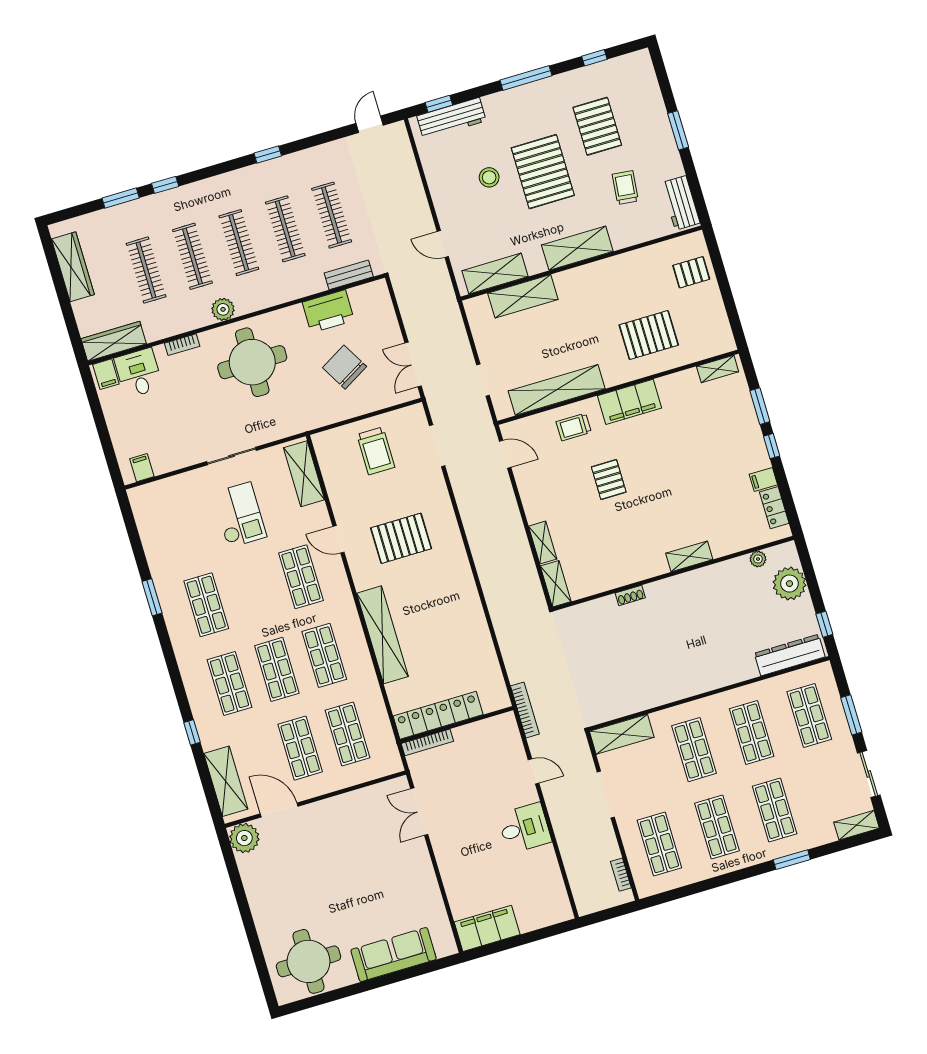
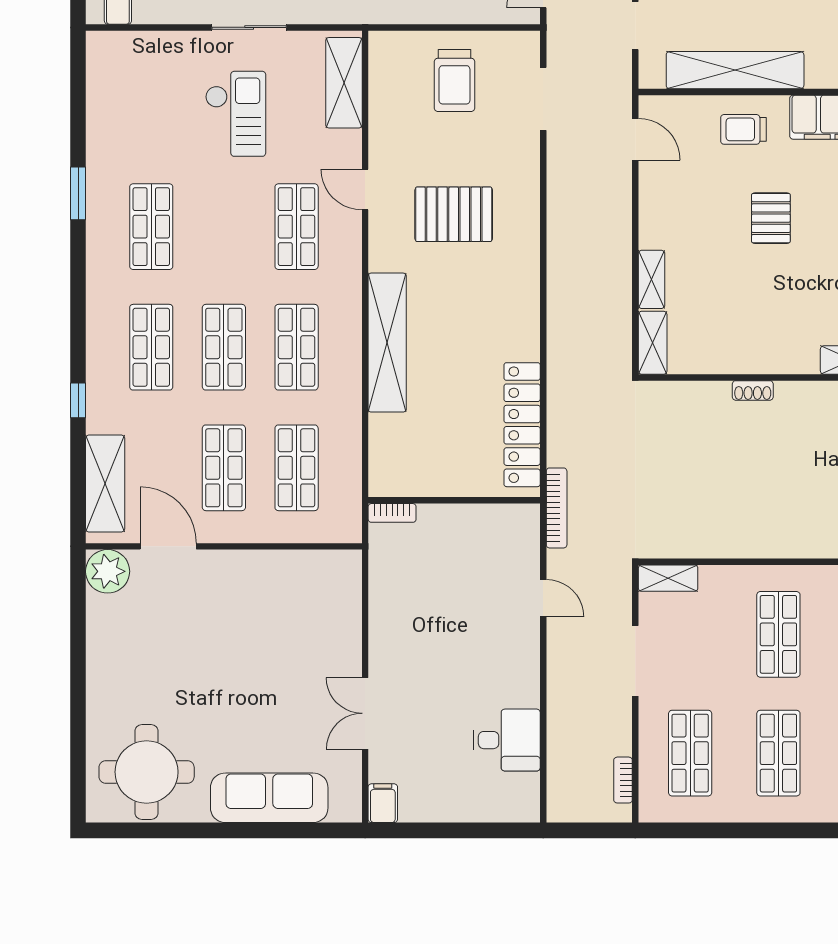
locker: (438, 715) -> (522, 425), moved, turned -90
shelving: (622, 734) -> (668, 578), width x0.67, depth x0.75
bookcase: (427, 742) -> (392, 513), width x0.64
double door: (419, 812) -> (365, 713), moved
desk: (524, 828) -> (507, 740), moved
filing cabinet: (487, 928) -> (383, 803), width x0.33, depth x0.86

